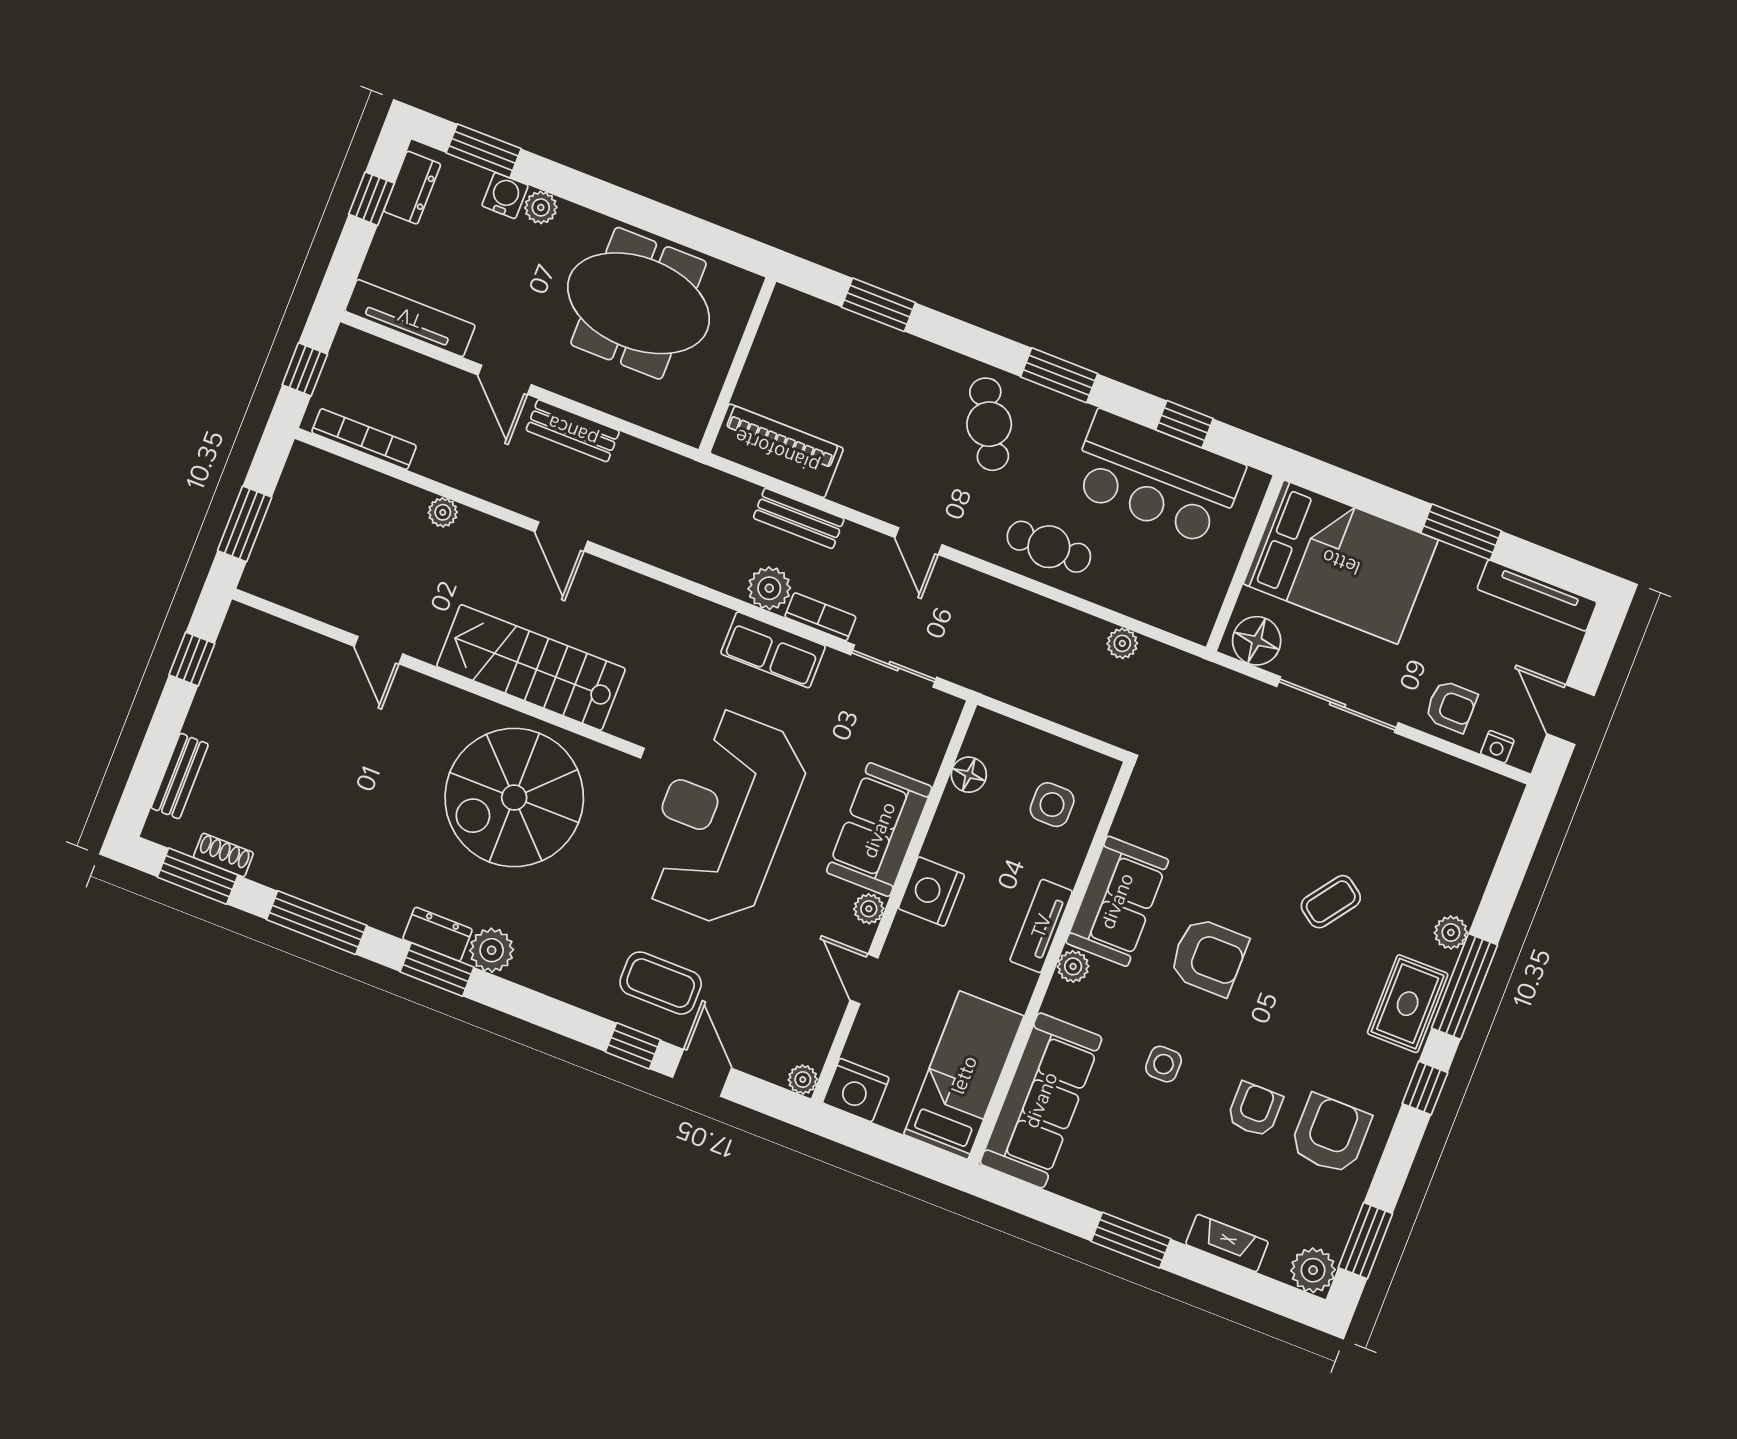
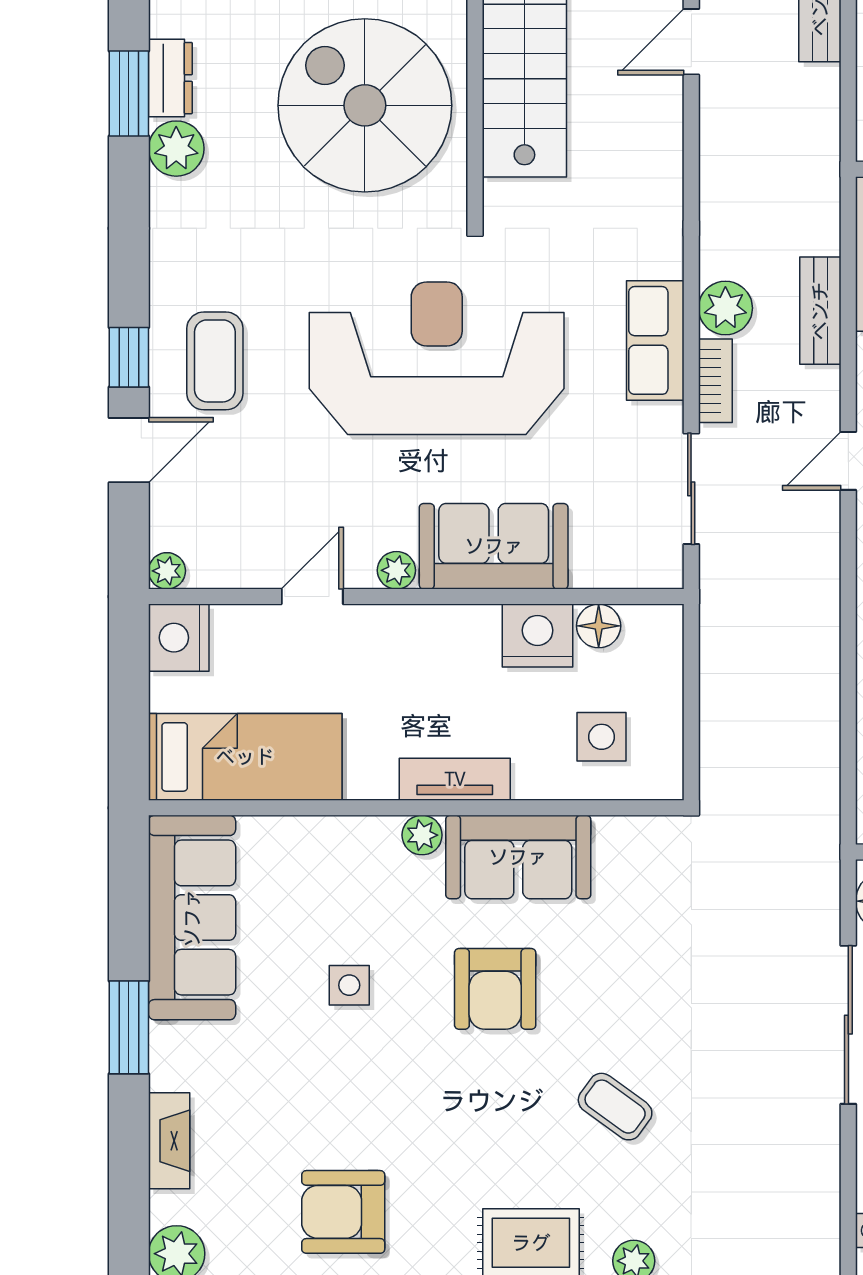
plant: (1122, 643) -> (822, 745), removed
nightstand: (931, 892) -> (538, 636), moved
sofa: (1041, 1100) -> (192, 918), moved, turned -90
armchair: (1255, 1110) -> (338, 1112), removed
armchair: (1330, 1134) -> (343, 1212), turned 180

